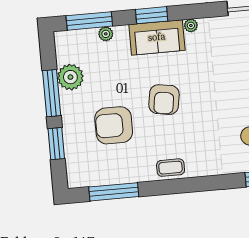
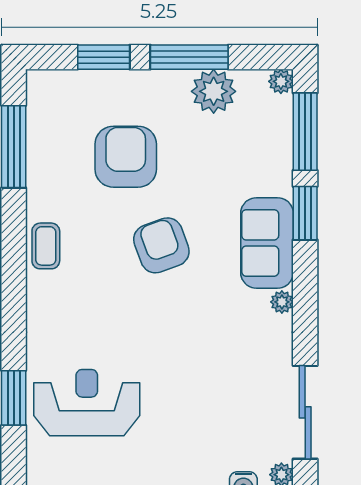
window: (152, 15) -> (305, 213), moved
plant: (106, 34) -> (281, 81), moved
armchair: (164, 100) -> (161, 245), turned 61

